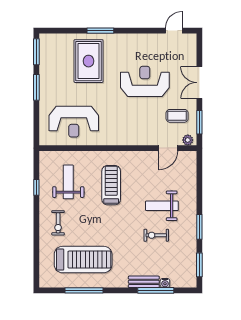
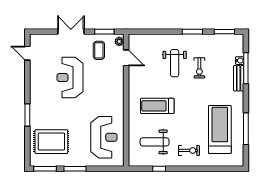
rug: (89, 61) -> (51, 142), moved
double door: (199, 83) -> (71, 32), swing flipped

